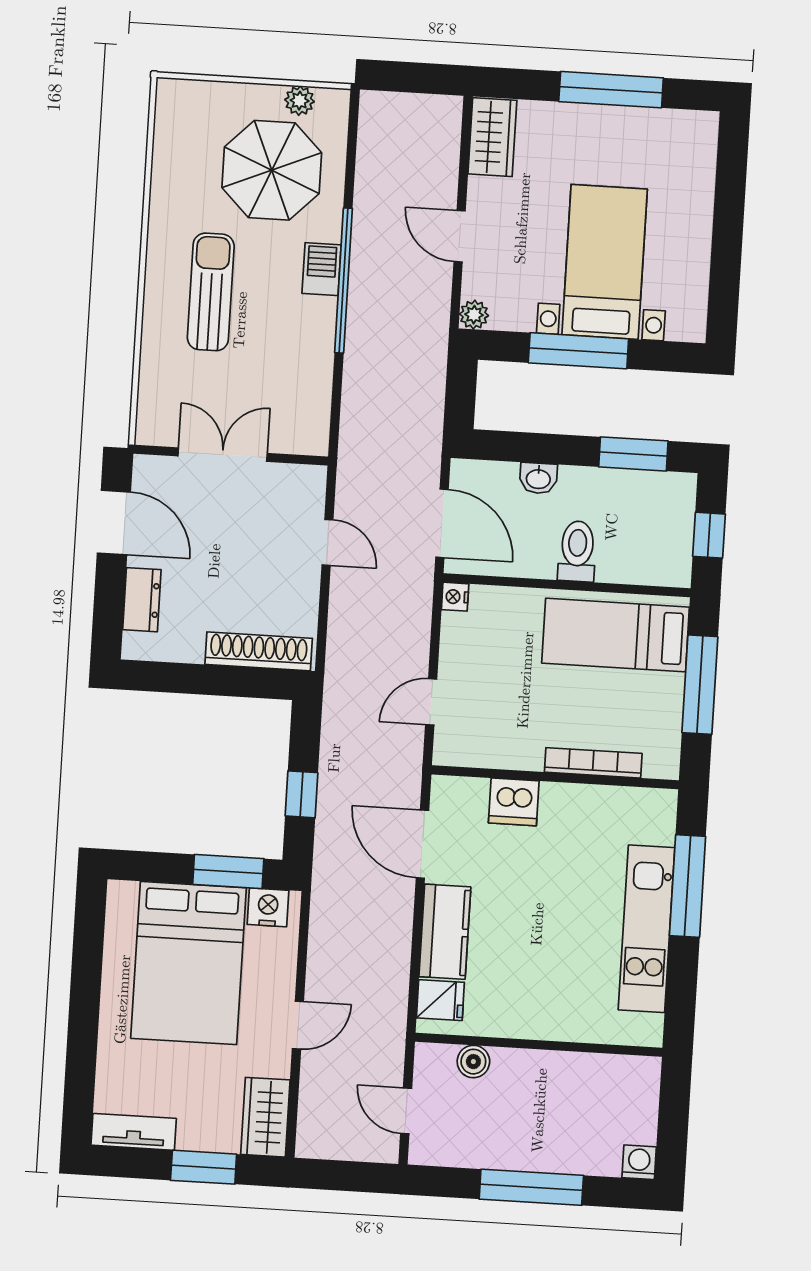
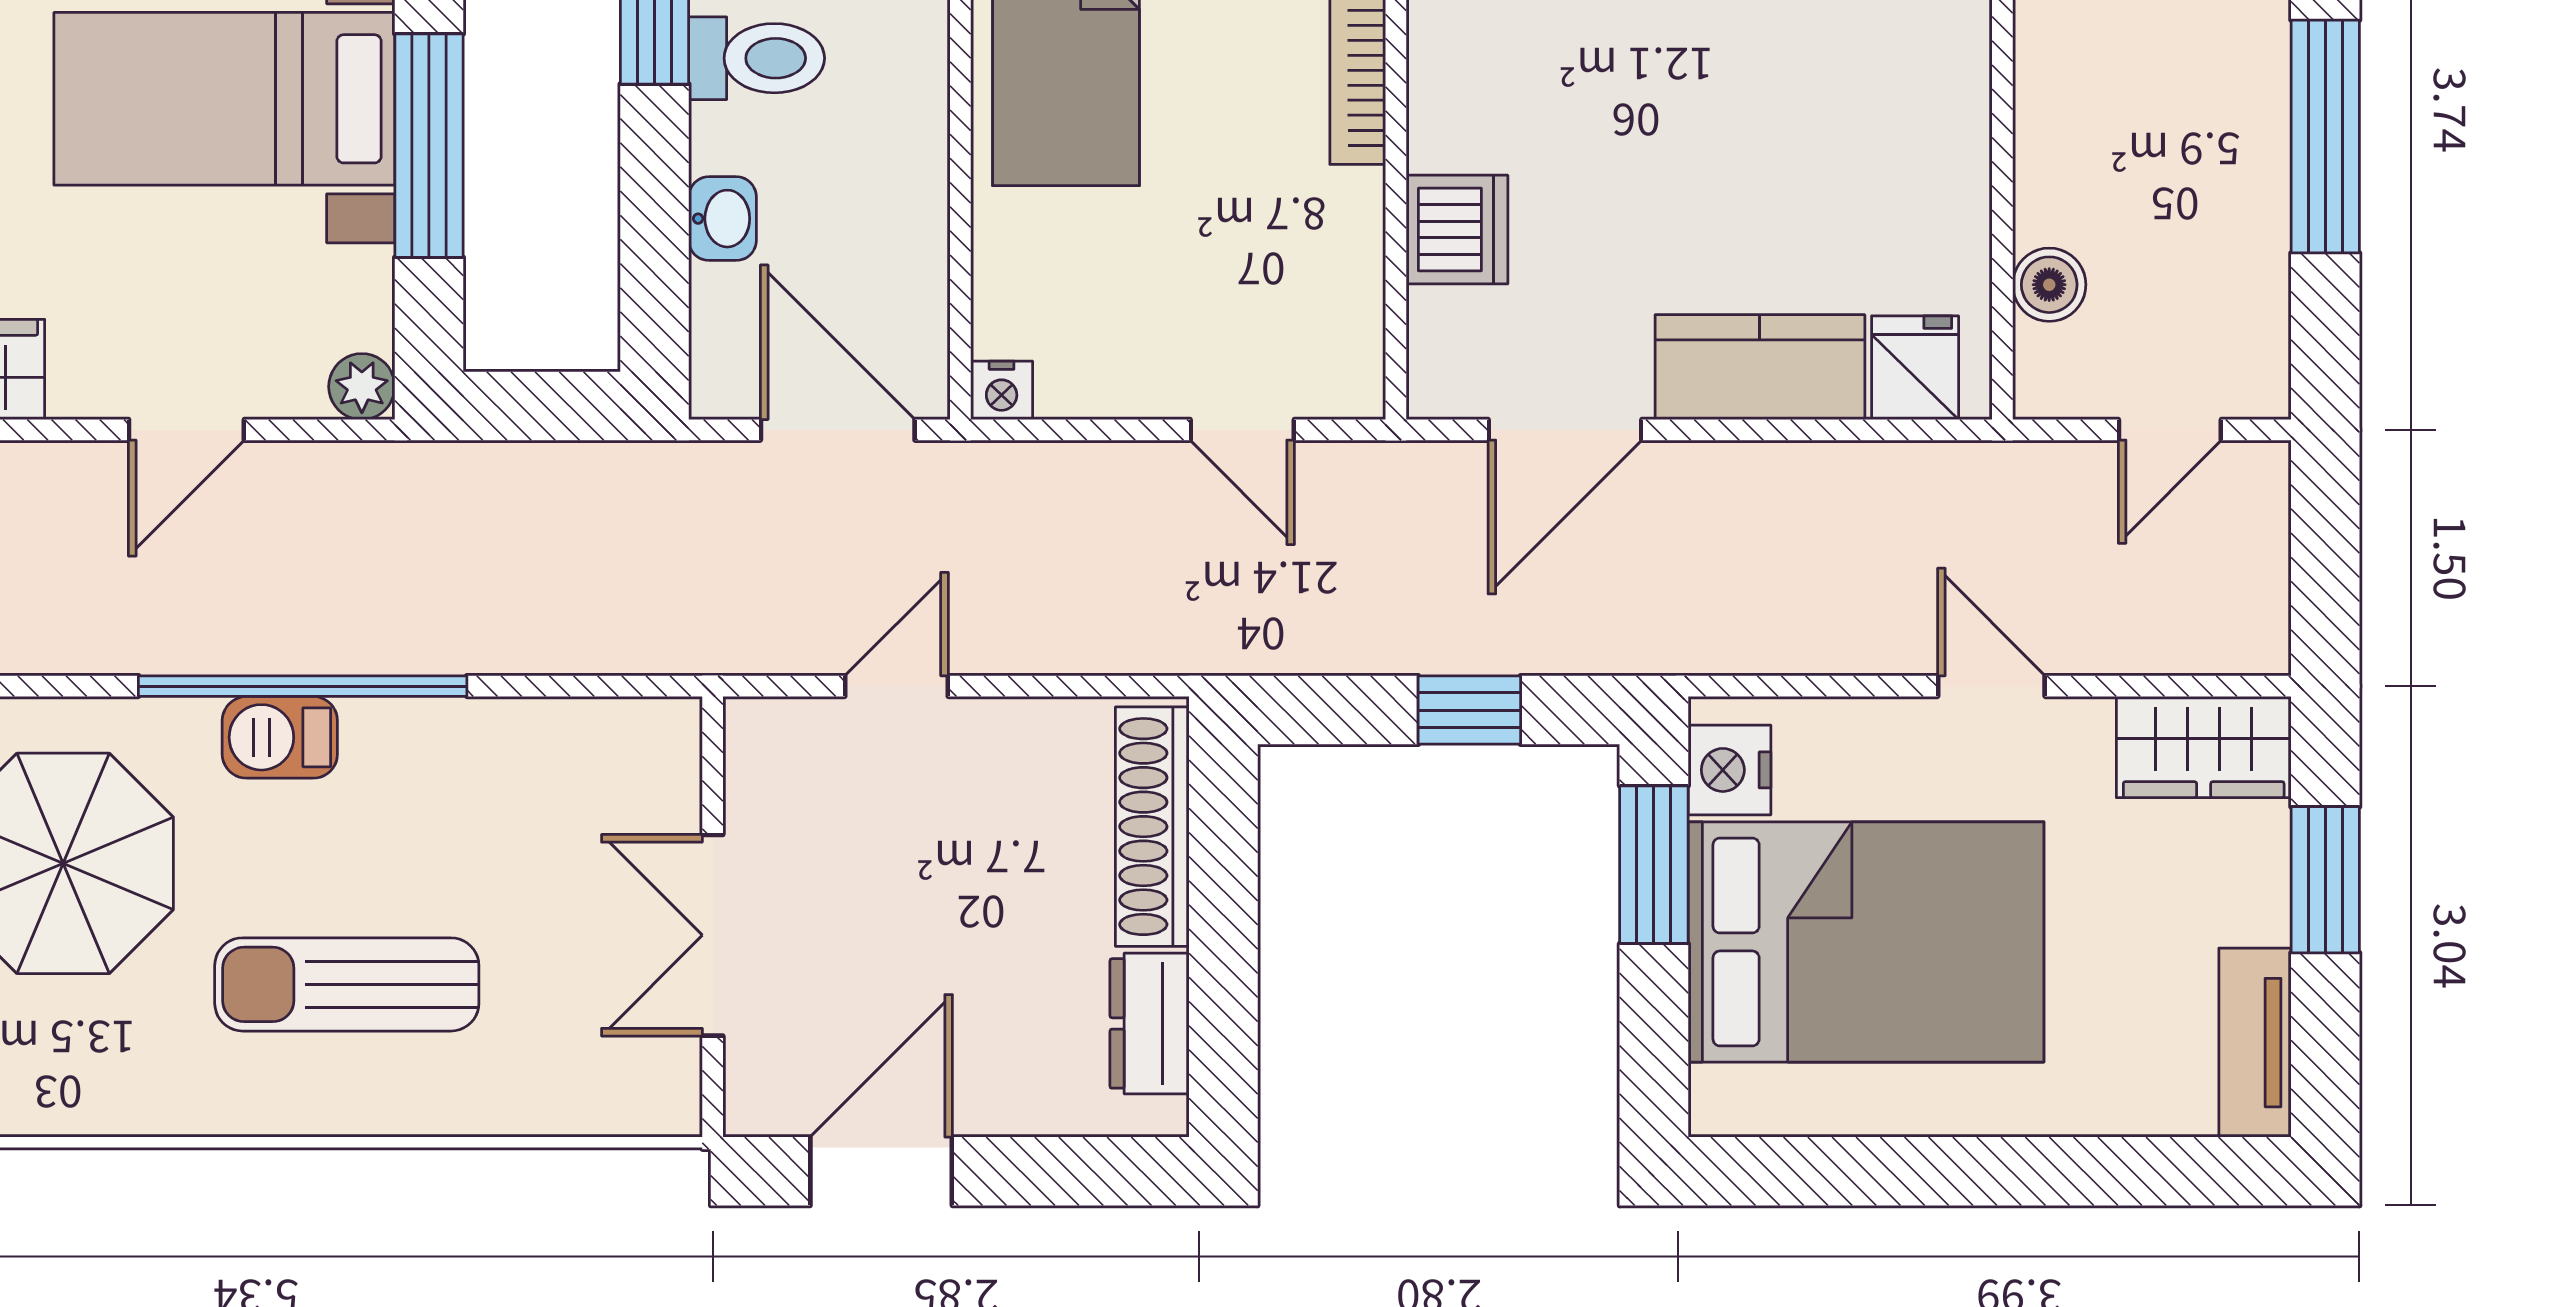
door: (442, 523) -> (838, 430), hinge flipped
toilet: (577, 551) -> (757, 58), moved, turned 180
dresser: (142, 600) -> (1150, 1023), moved, turned -90

